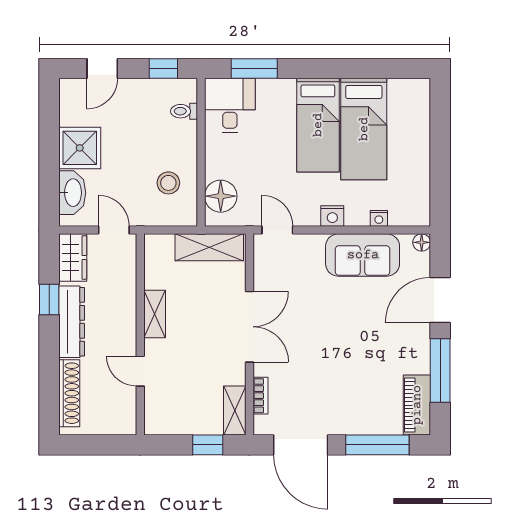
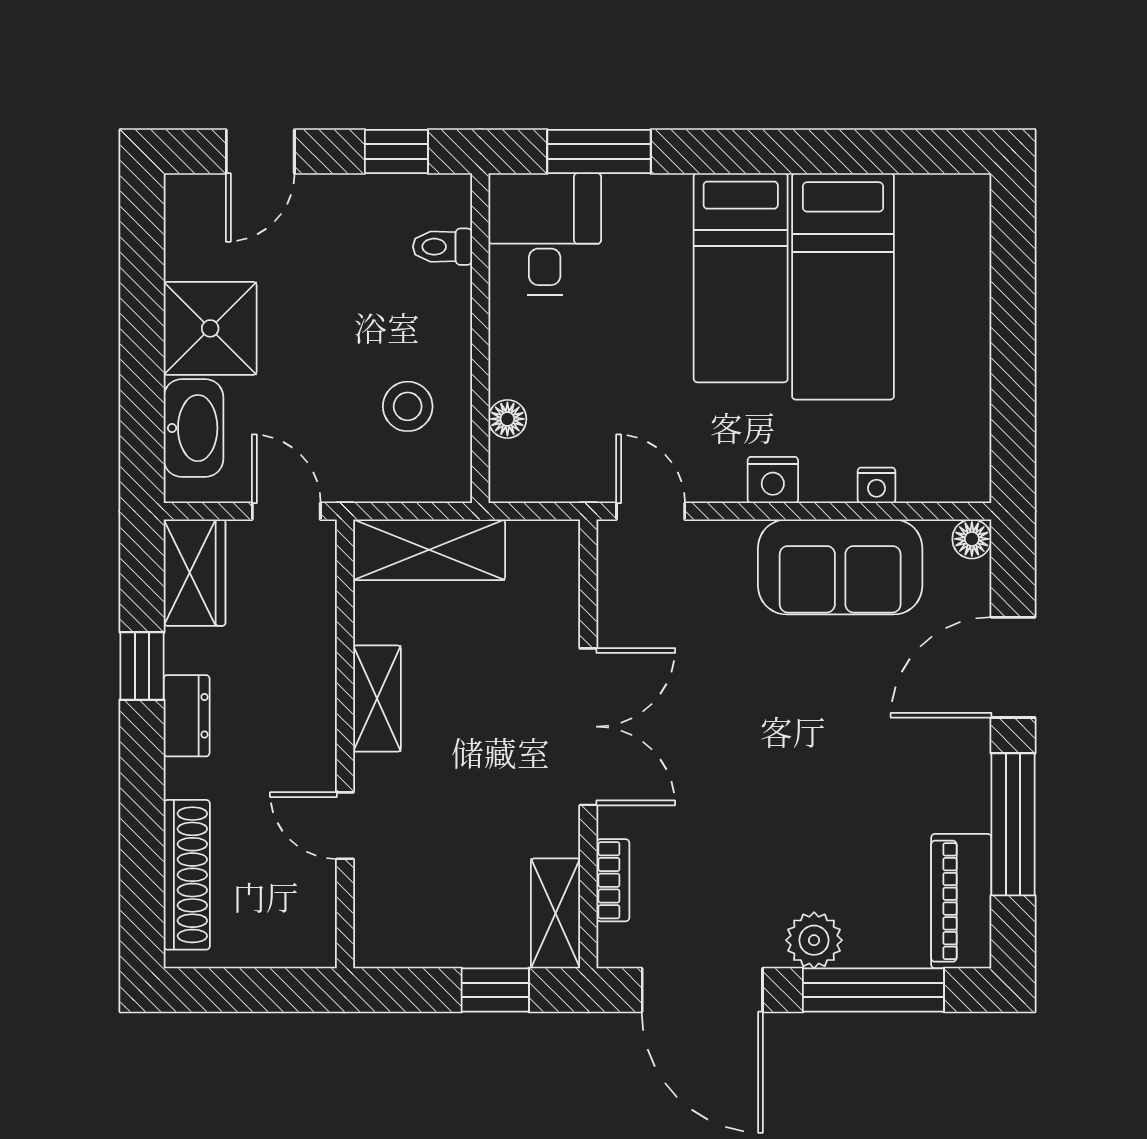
floor lamp: (221, 196) -> (507, 419), width x0.53, depth x0.53
shelving: (209, 247) -> (429, 550), moved
dresser: (72, 322) -> (187, 716), width x0.51, depth x0.80
plant: (351, 423) -> (814, 940), added

